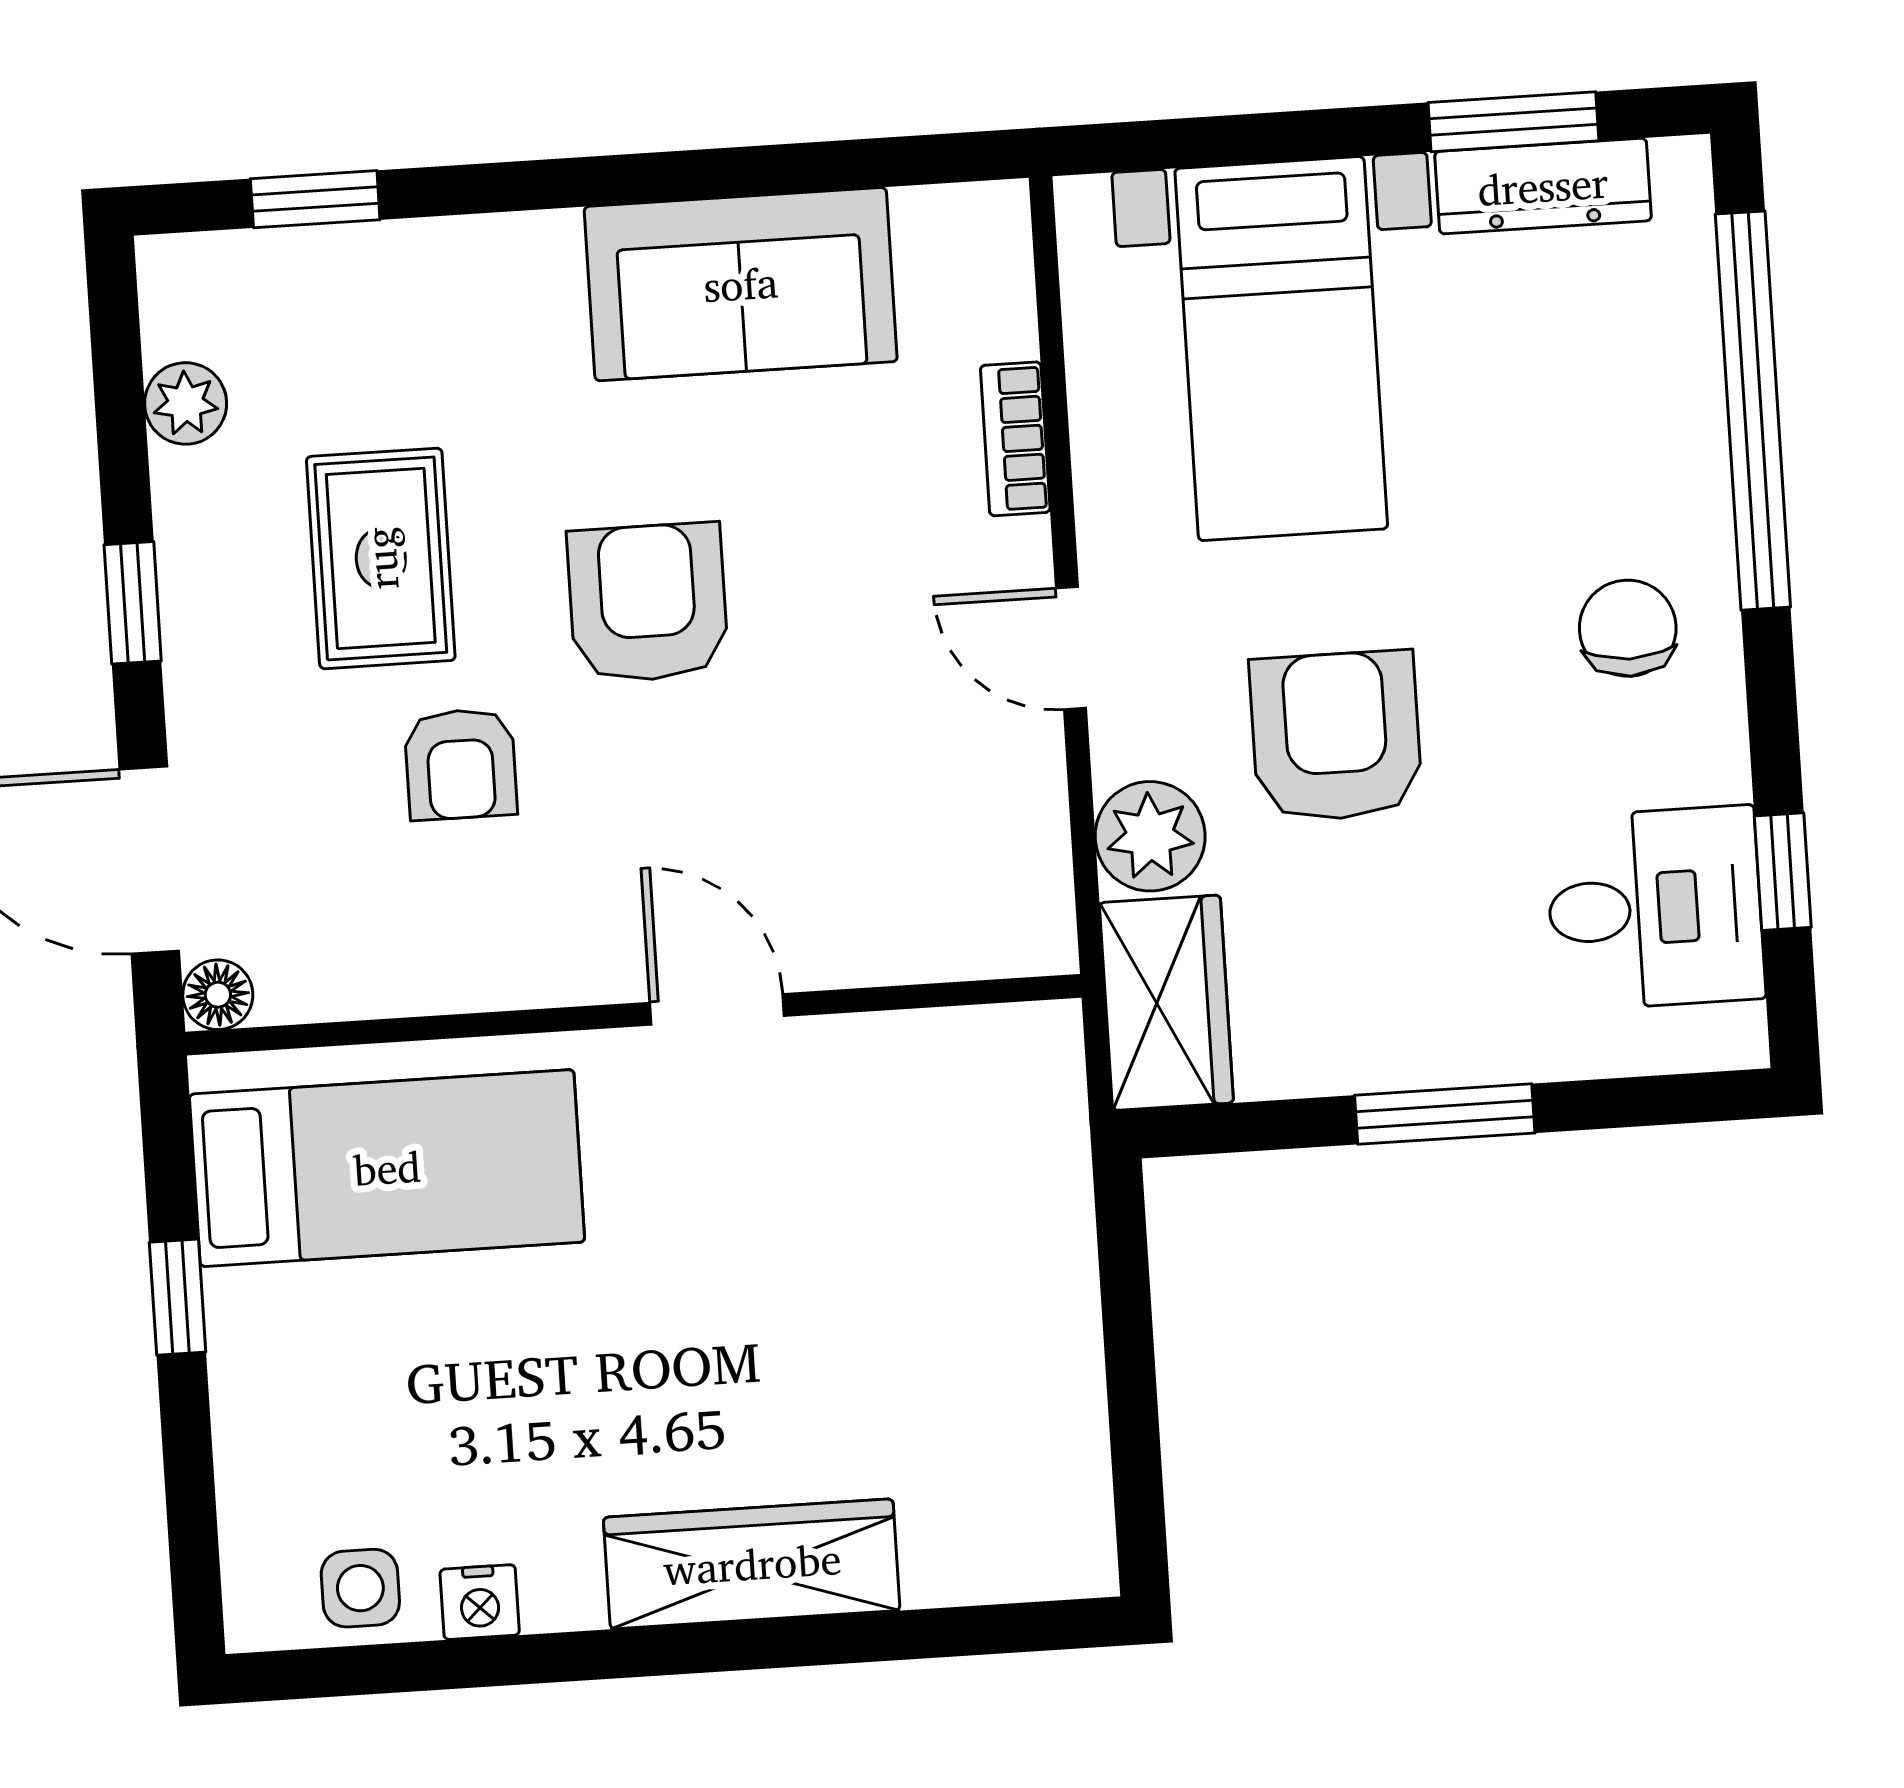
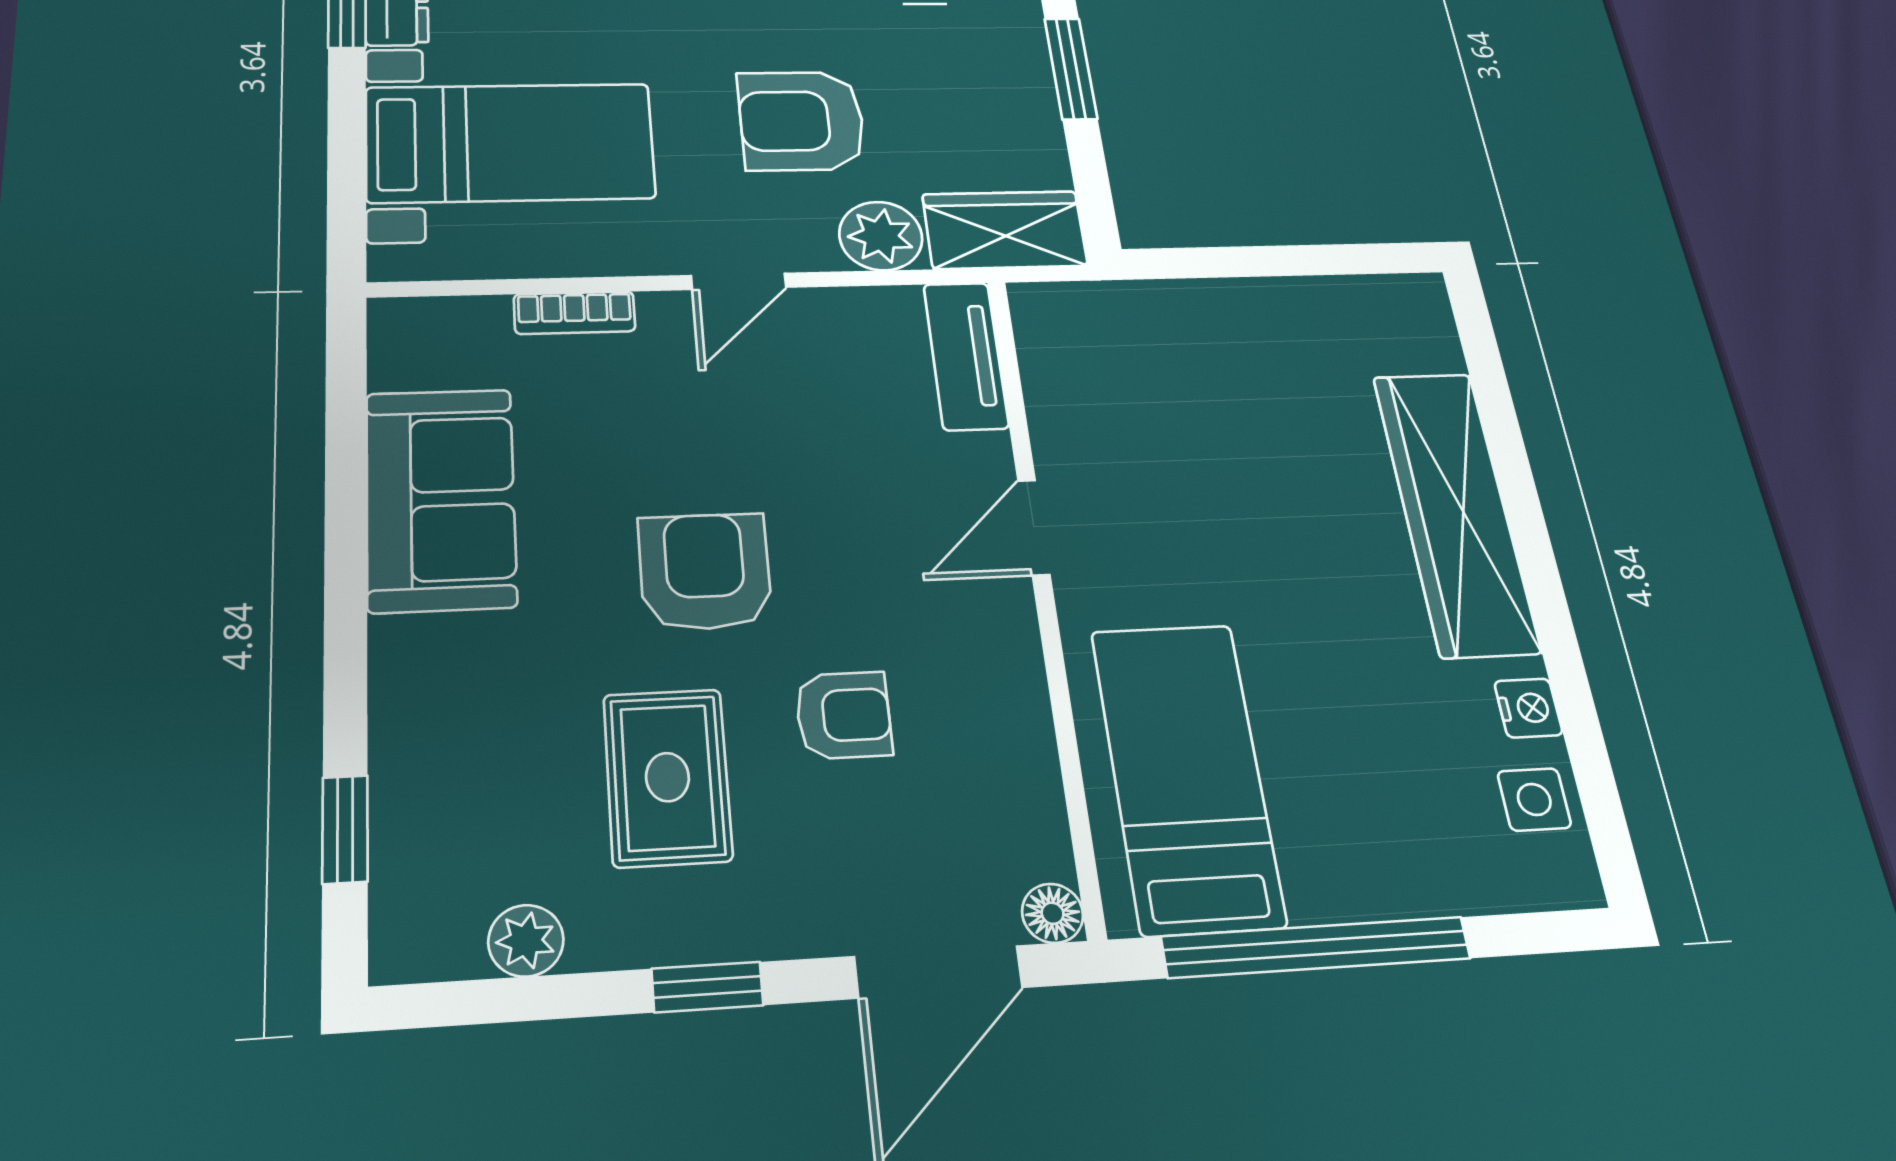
rug: (381, 558) -> (667, 777), turned 90
armchair: (648, 603) -> (705, 571), turned 90
tv unit: (967, 939) -> (966, 356), added
window: (178, 1297) -> (1316, 947), width x3.17
wardrobe: (752, 1564) -> (1455, 512), width x1.40, depth x1.17

